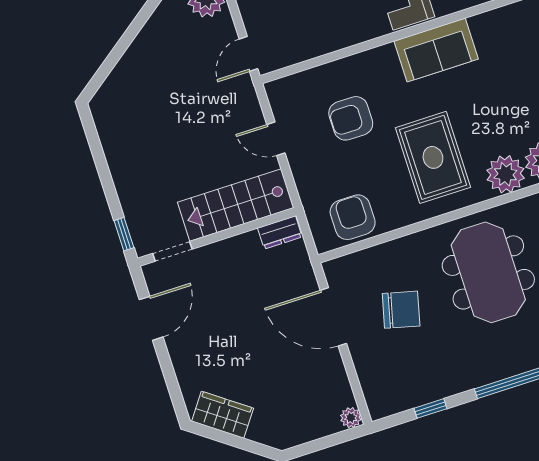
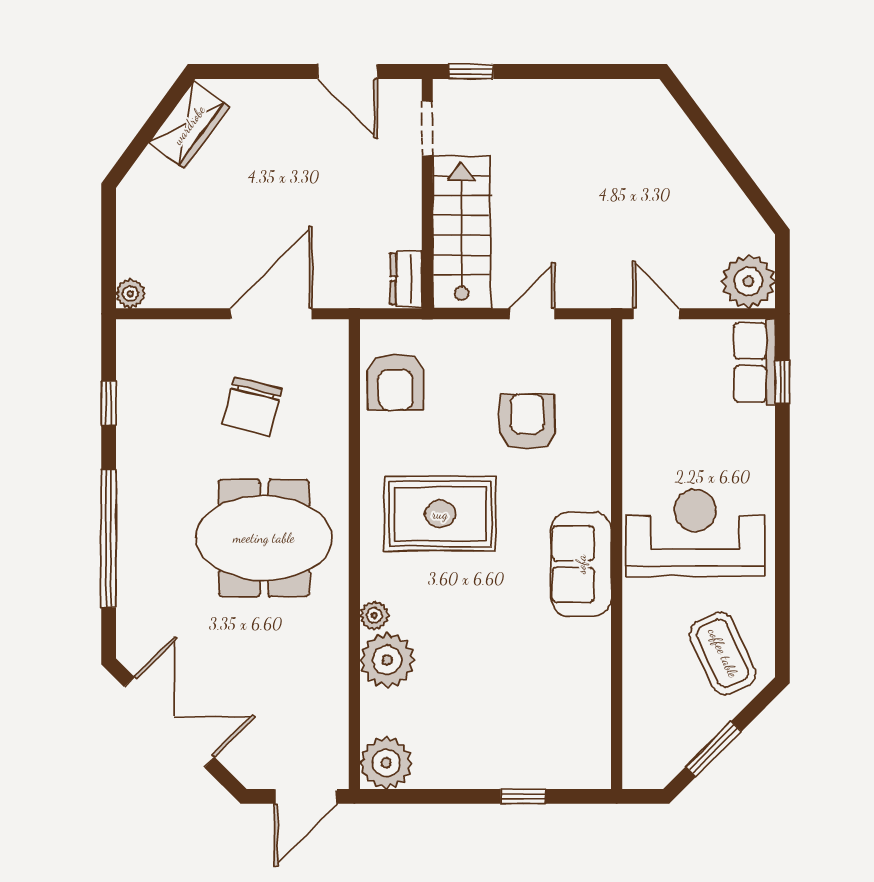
plant: (505, 174) -> (374, 615), width x0.53, depth x0.53
armchair: (353, 217) -> (395, 382), turned 89

